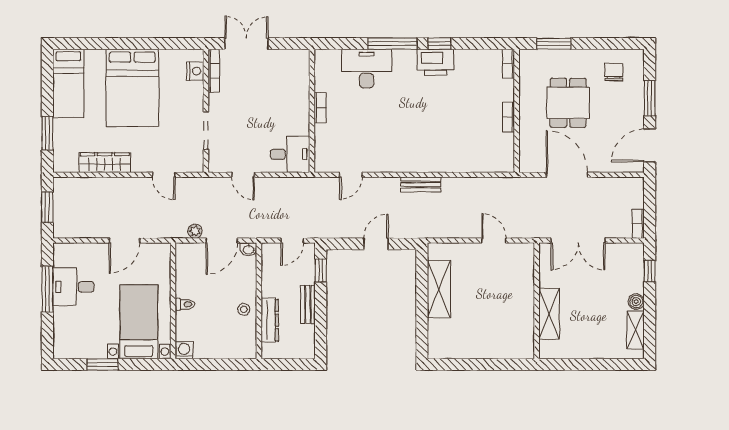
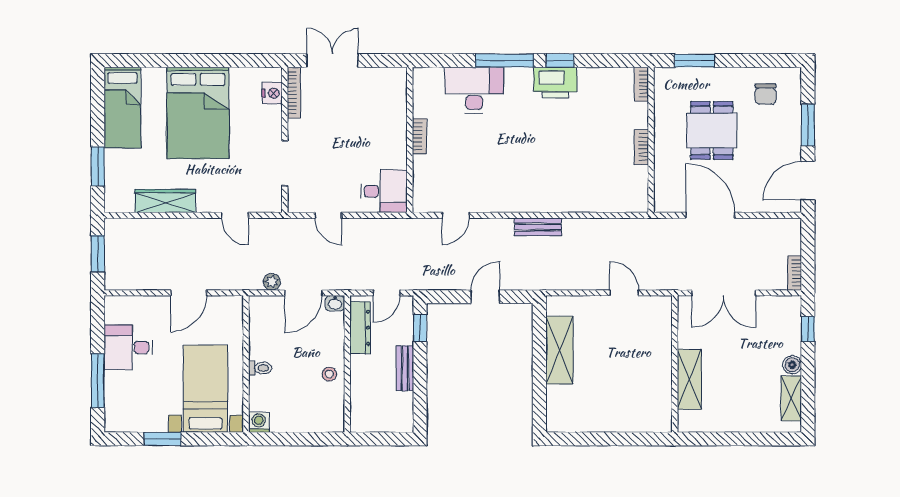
chair: (614, 72) -> (766, 94), turned 180
window: (47, 289) -> (98, 381), moved
dresser: (270, 320) -> (360, 328), moved

